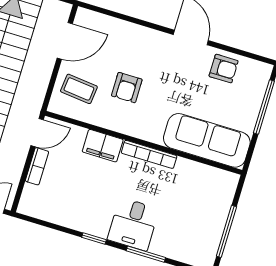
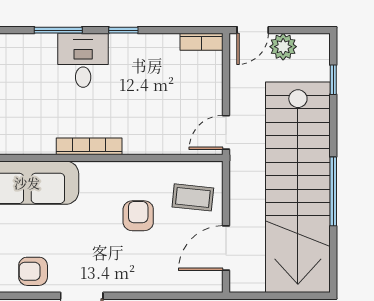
filing cabinet: (103, 146) -> (146, 140), removed
bookcase: (37, 166) -> (201, 42), moved, turned -90

